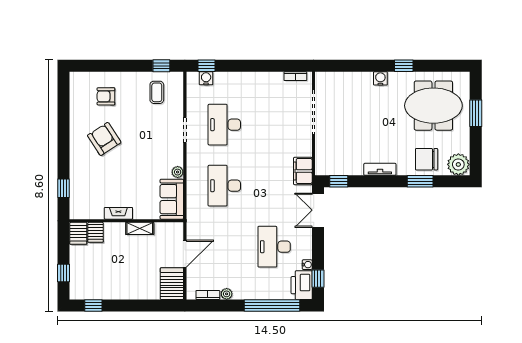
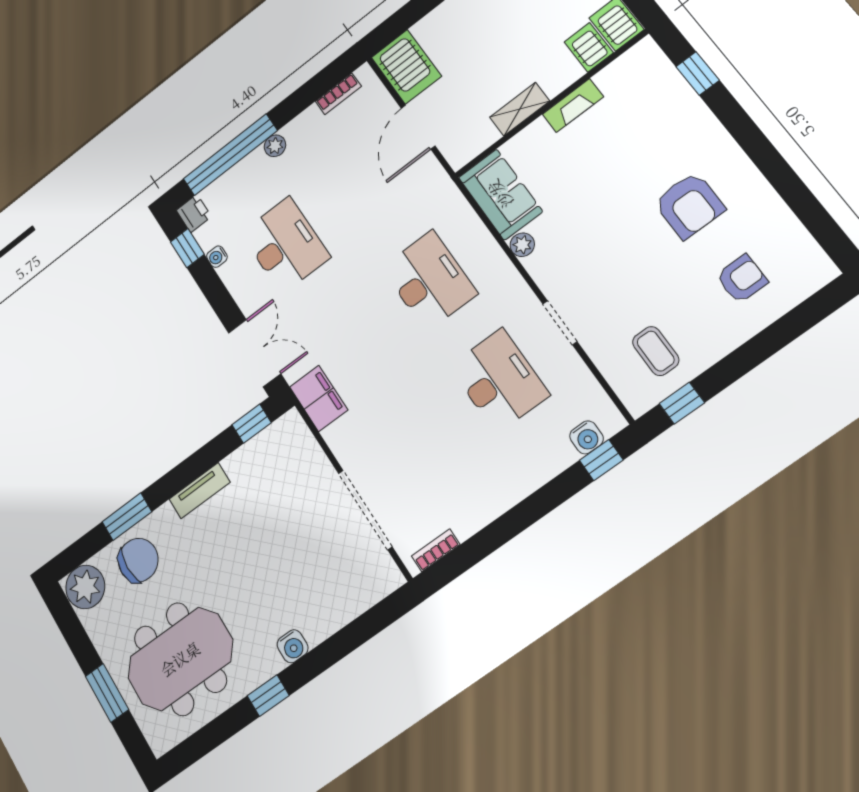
armchair: (104, 139) -> (689, 205), turned 33
printer: (302, 285) -> (194, 213), width x0.53, depth x0.68
plant: (227, 294) -> (275, 146), moved

